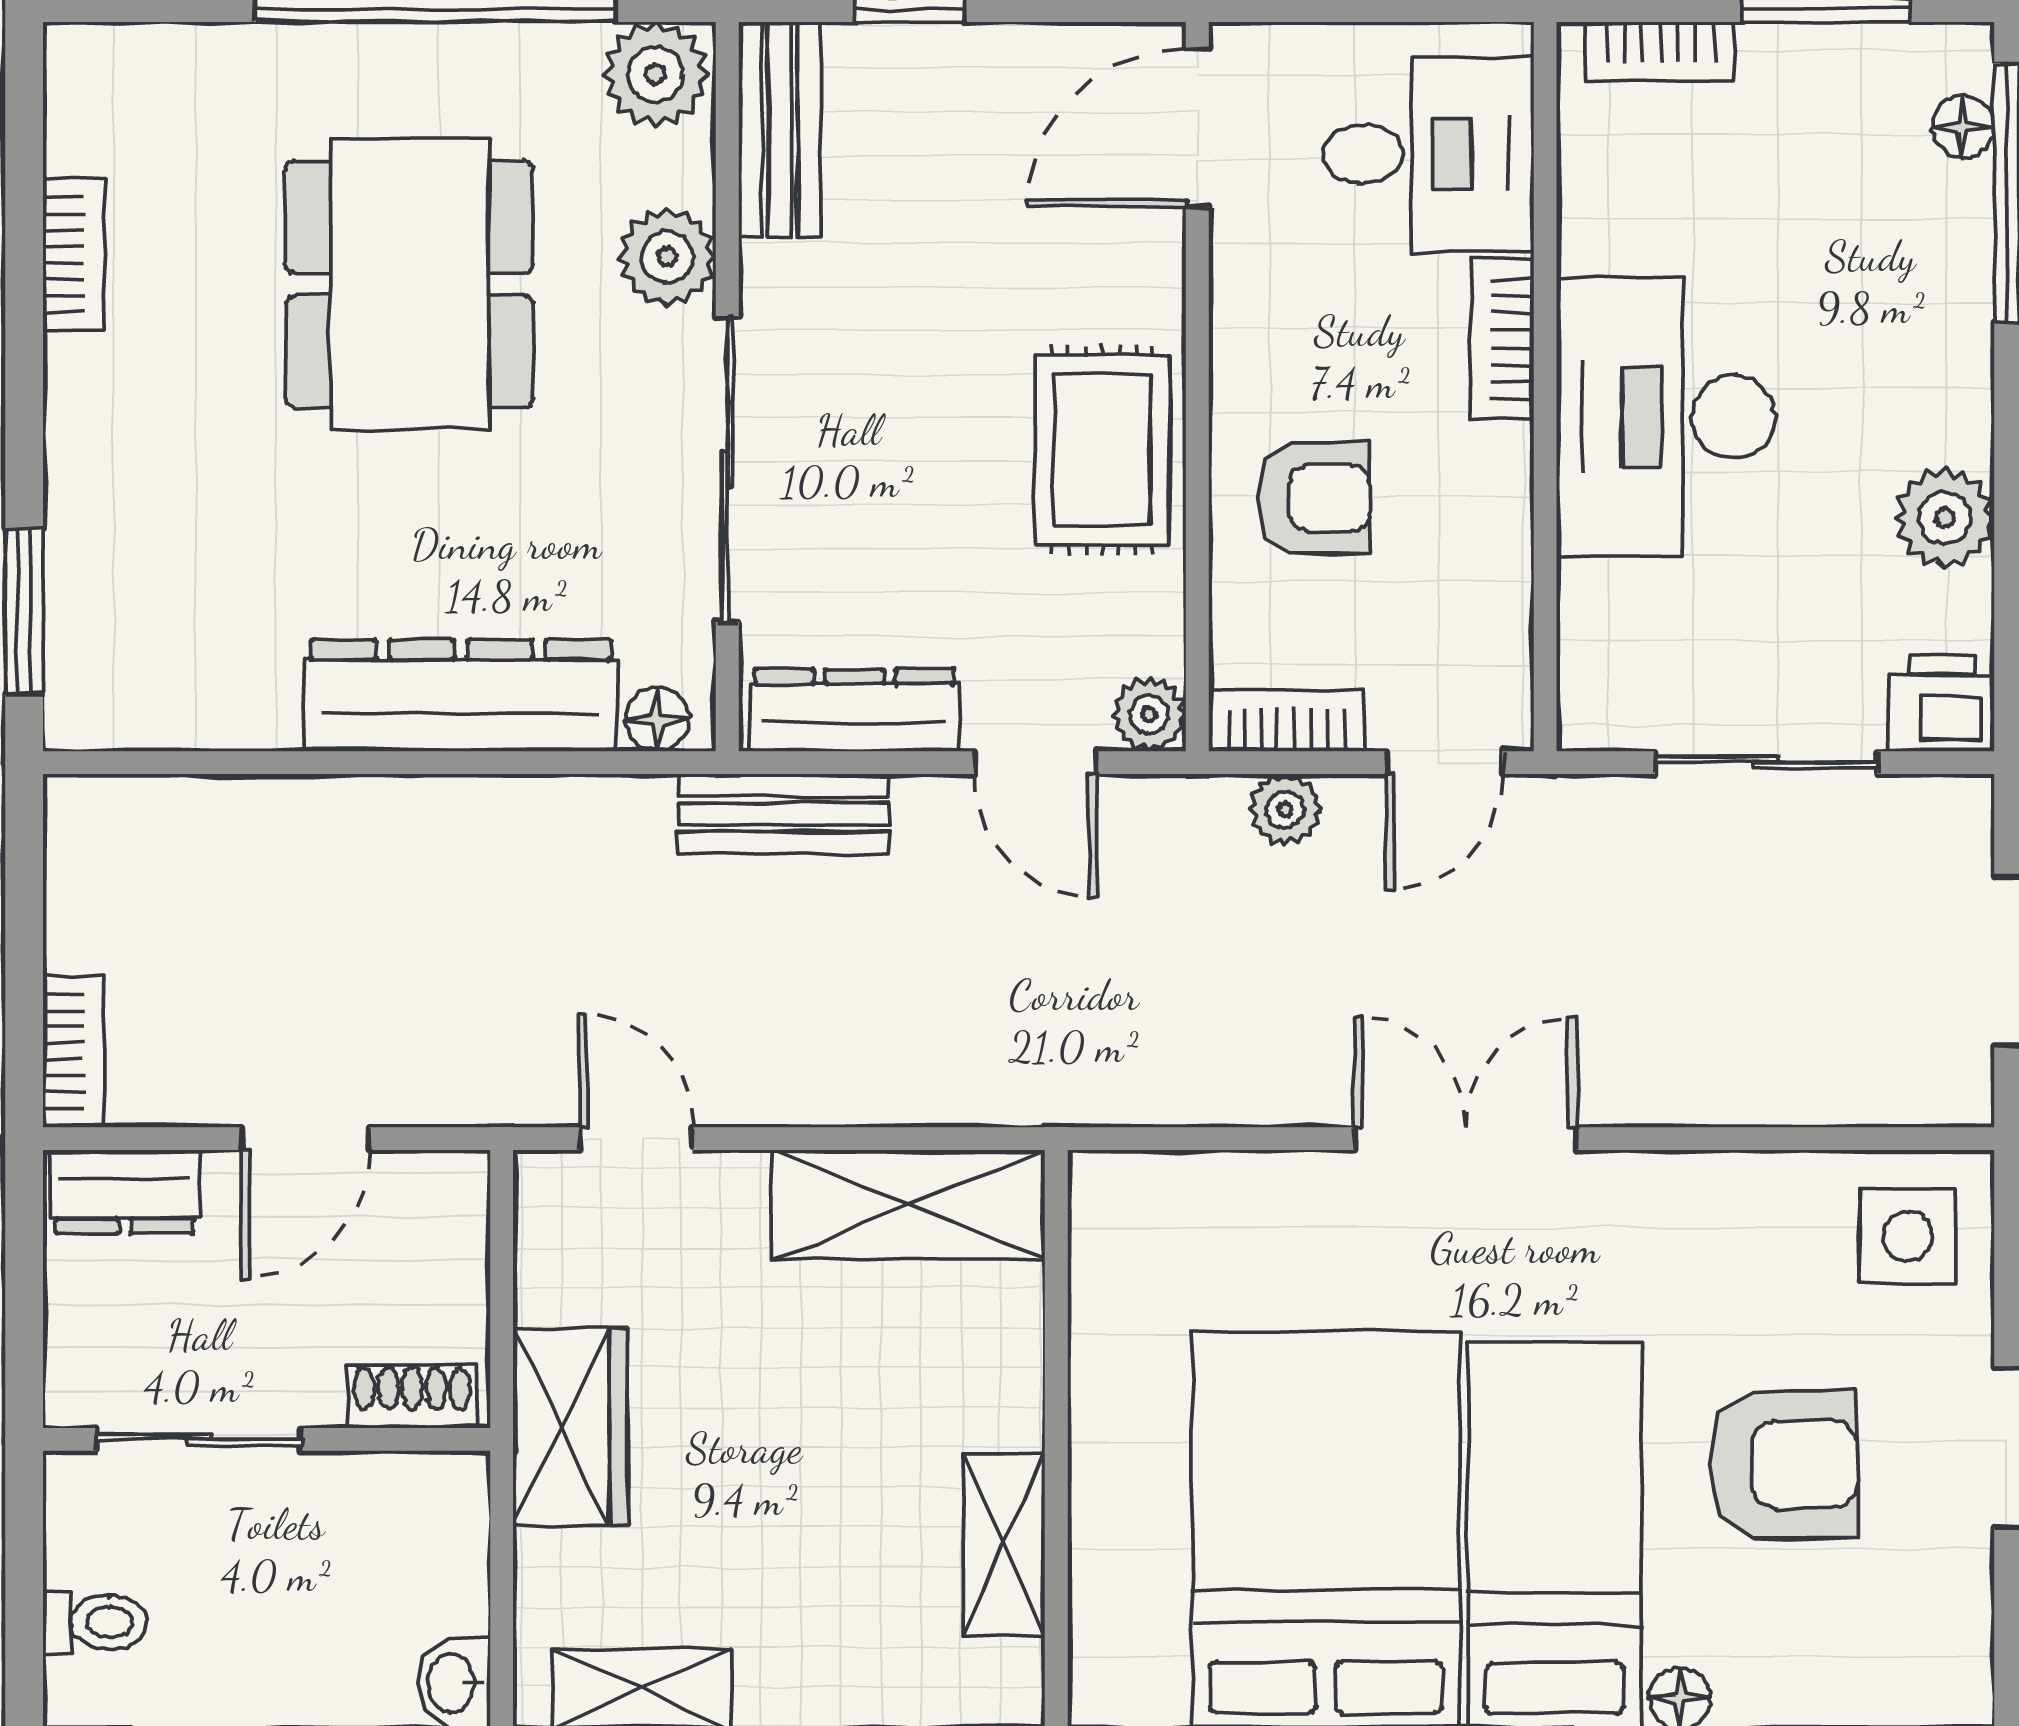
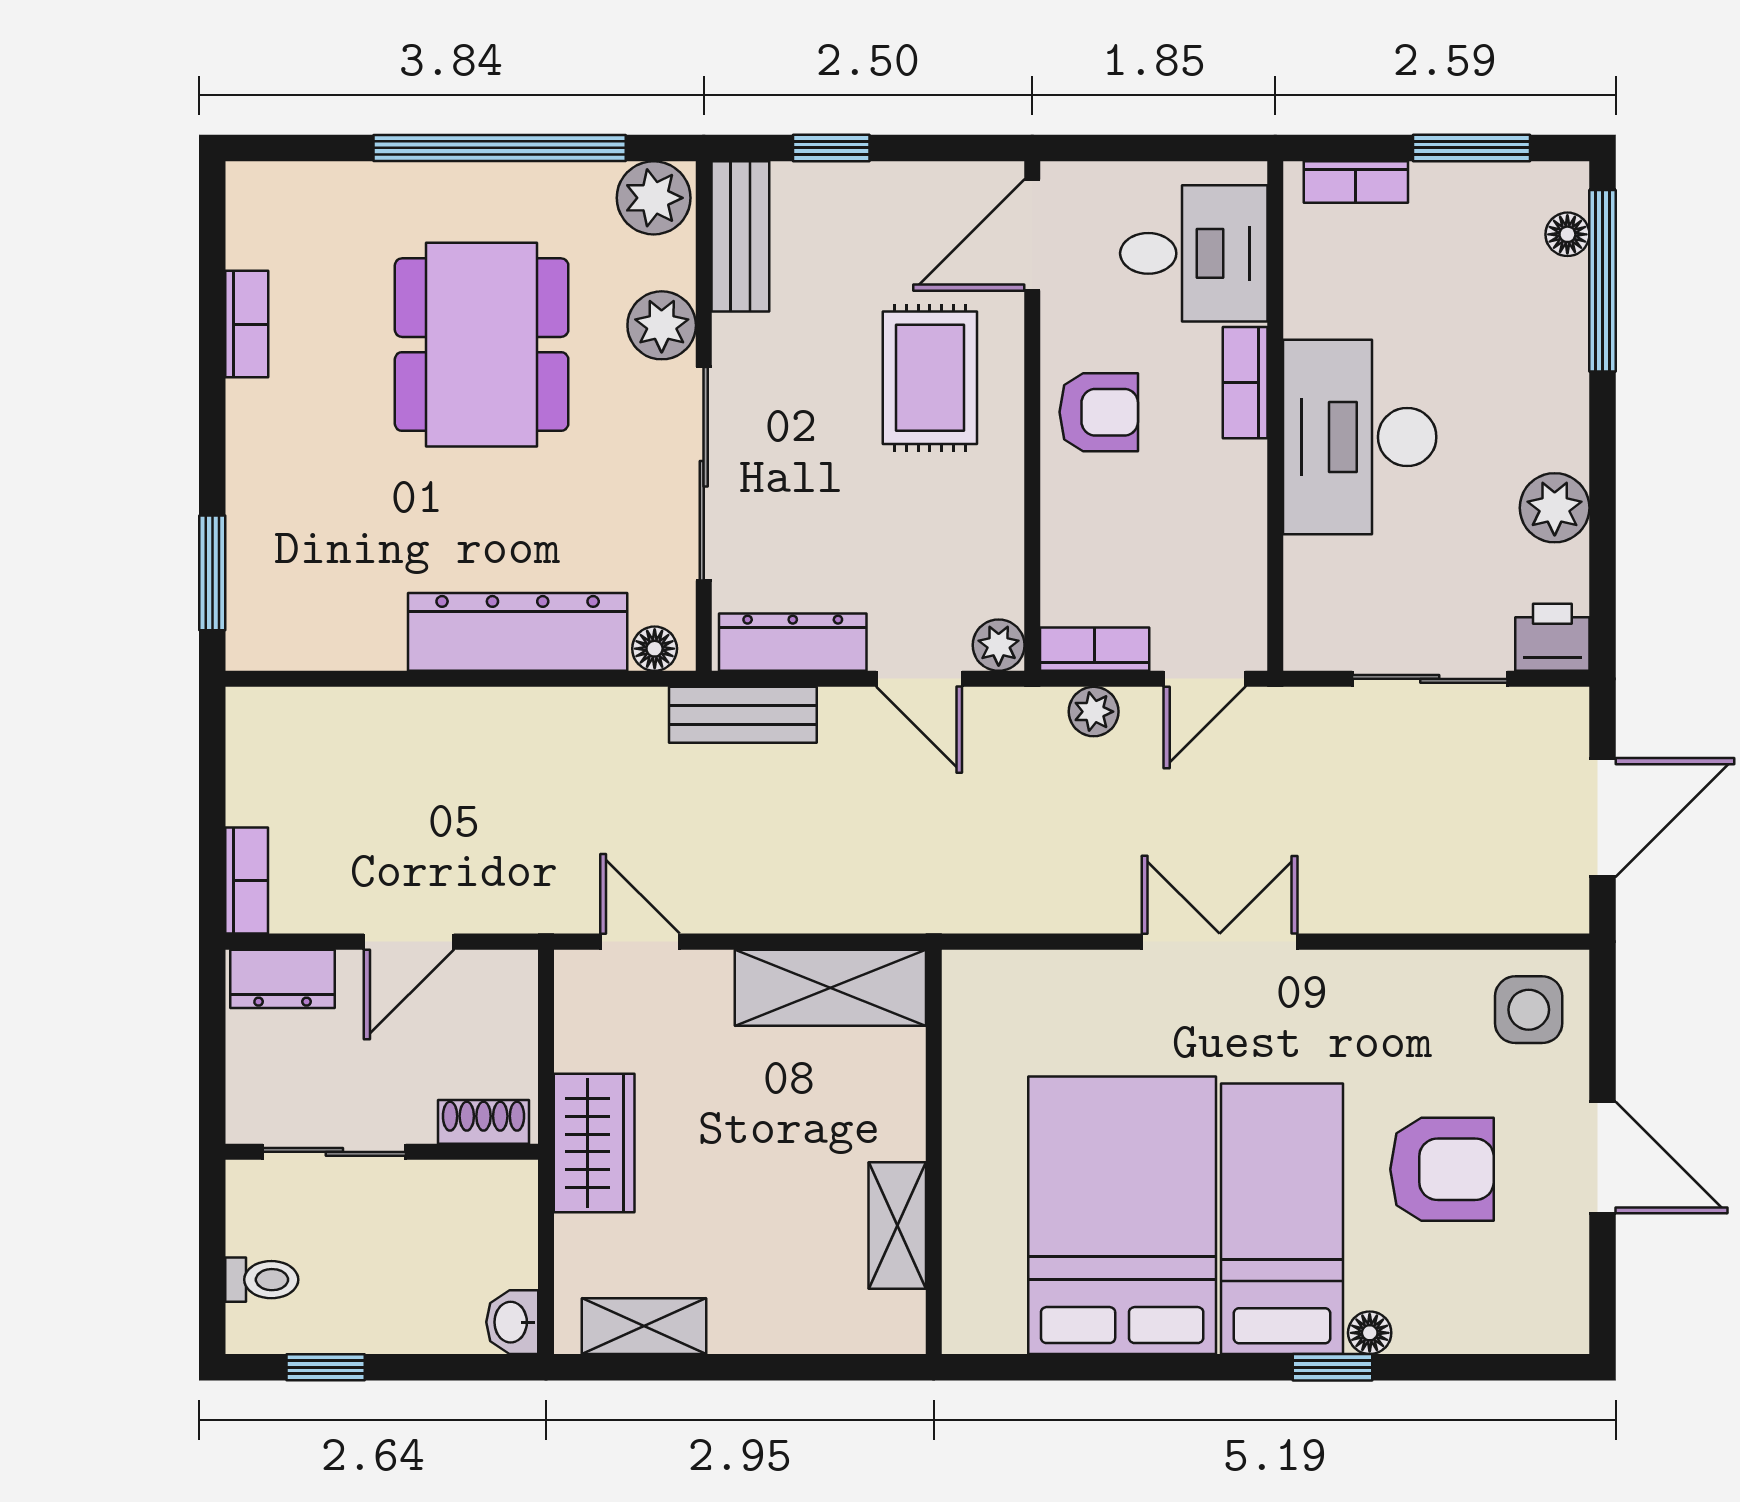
rug: (1102, 450) -> (930, 378), moved
armchair: (1314, 498) -> (1099, 412), moved

